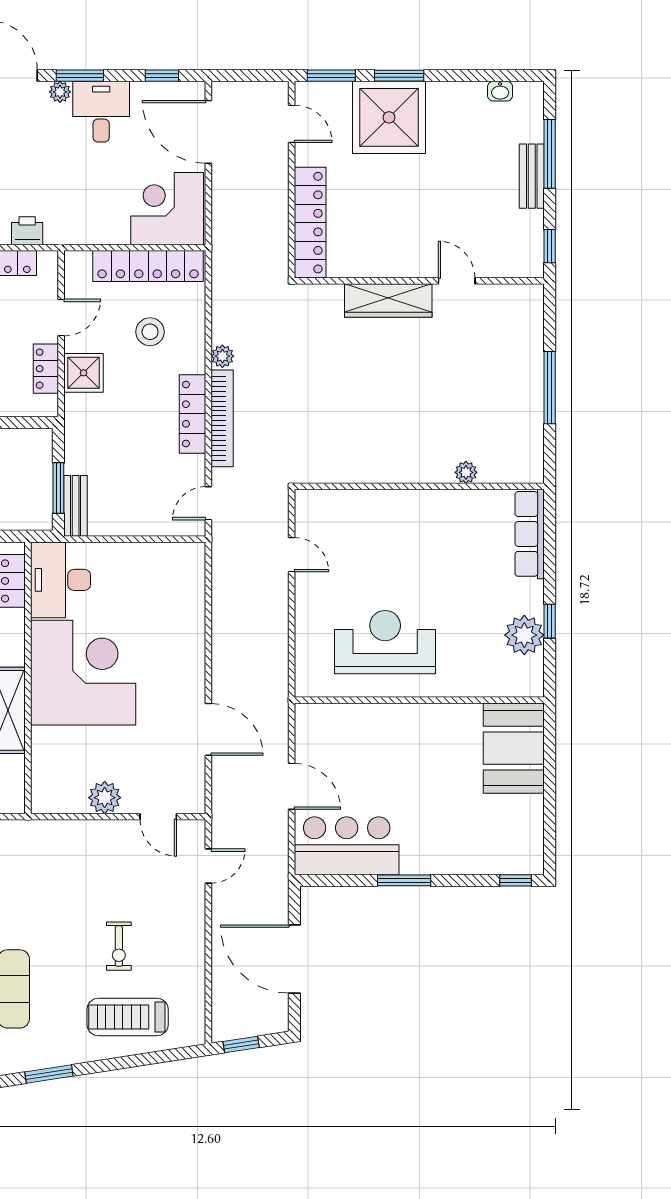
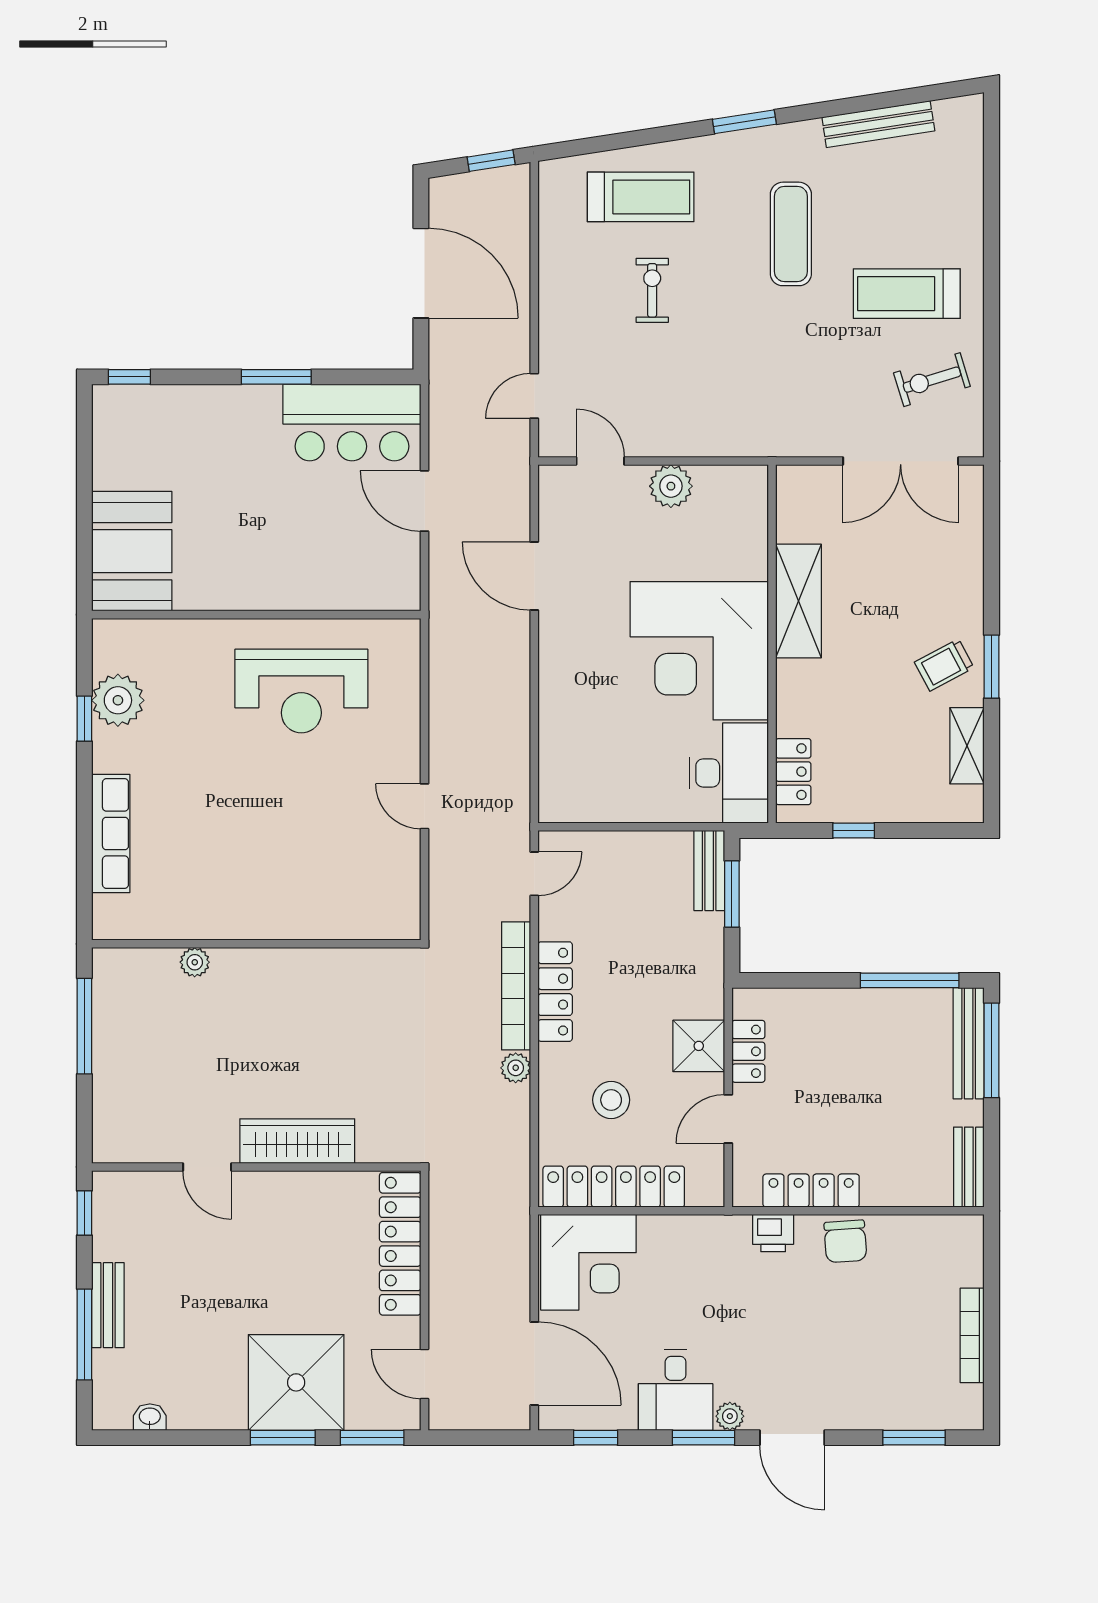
plant: (466, 472) -> (195, 962), moved
wall: (419, 486) -> (256, 944), moved

